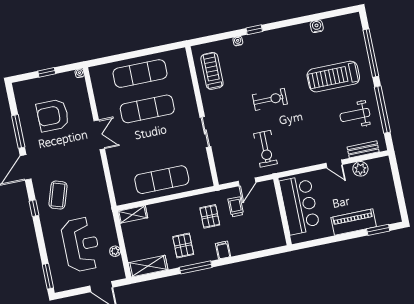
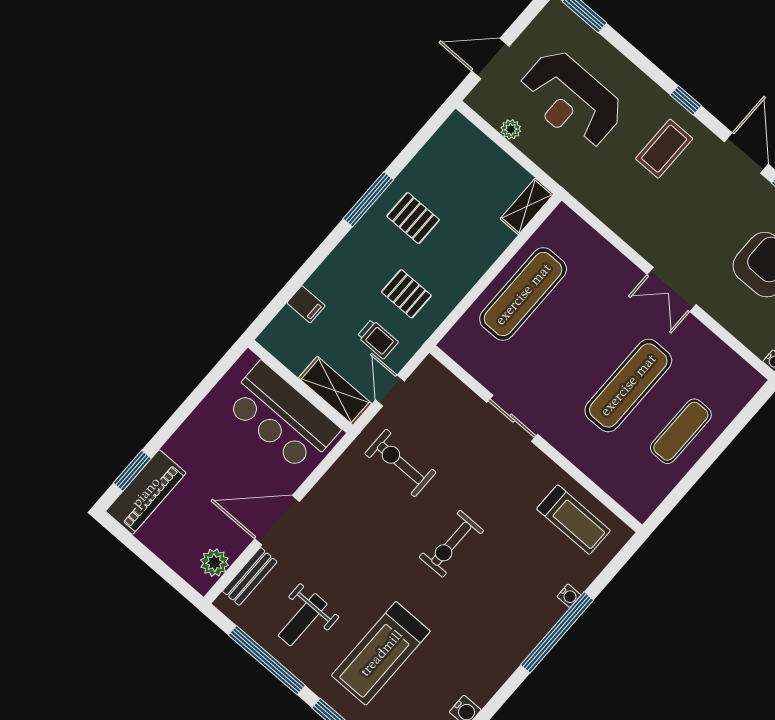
window: (254, 30) -> (557, 632), width x3.17
exercise mat: (140, 74) -> (681, 431), width x0.73, depth x0.69
treadmill: (333, 77) -> (381, 653), turned 180
weight bench: (355, 115) -> (303, 620), turned 180
door: (334, 164) -> (277, 520), width x1.87
plant: (360, 169) -> (214, 563), moved
coffee table: (58, 195) -> (664, 149), turned 72
piano: (354, 222) -> (146, 492), moved
filing cabinet: (223, 250) -> (306, 304), moved
shelving: (148, 266) -> (335, 391), moved, turned 90

